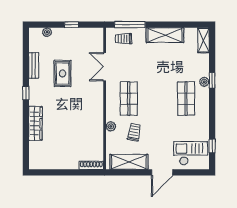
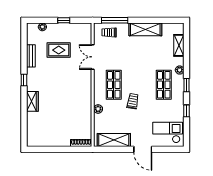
shelving: (203, 40) -> (179, 45), moved
rug: (63, 73) -> (59, 50), moved, turned 90
window: (212, 80) -> (186, 85), moved
wardrobe: (35, 123) -> (32, 101), width x0.67
trolley: (134, 132) -> (133, 101), moved
window: (212, 146) -> (186, 111), moved
door: (162, 172) -> (143, 149), hinge flipped

